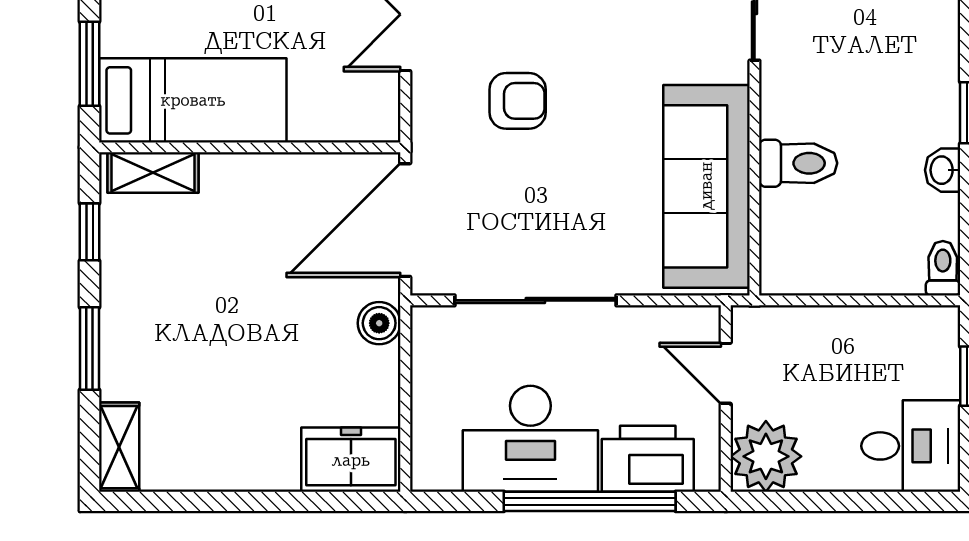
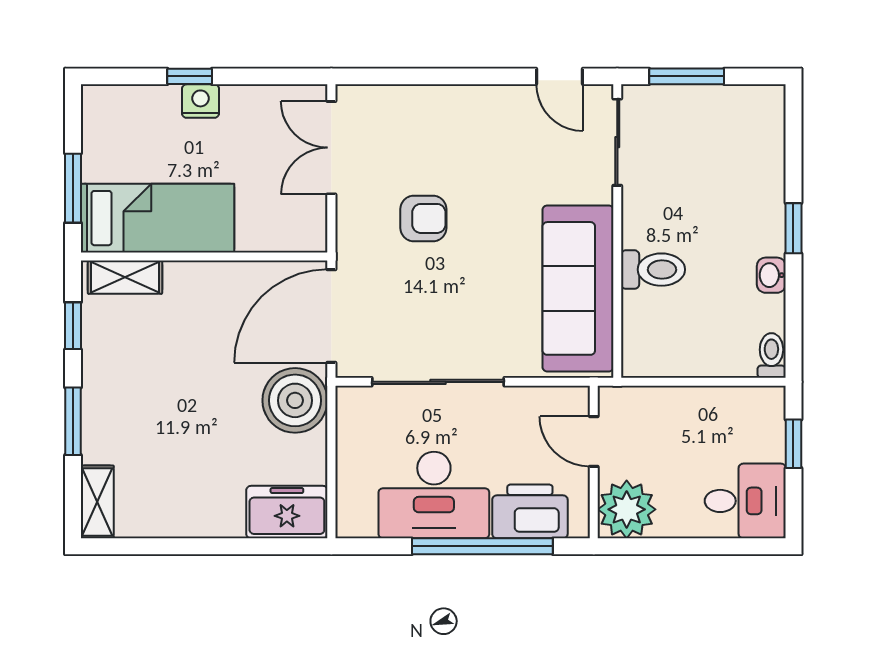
boiler: (379, 323) -> (295, 400), width x1.86, depth x1.86

